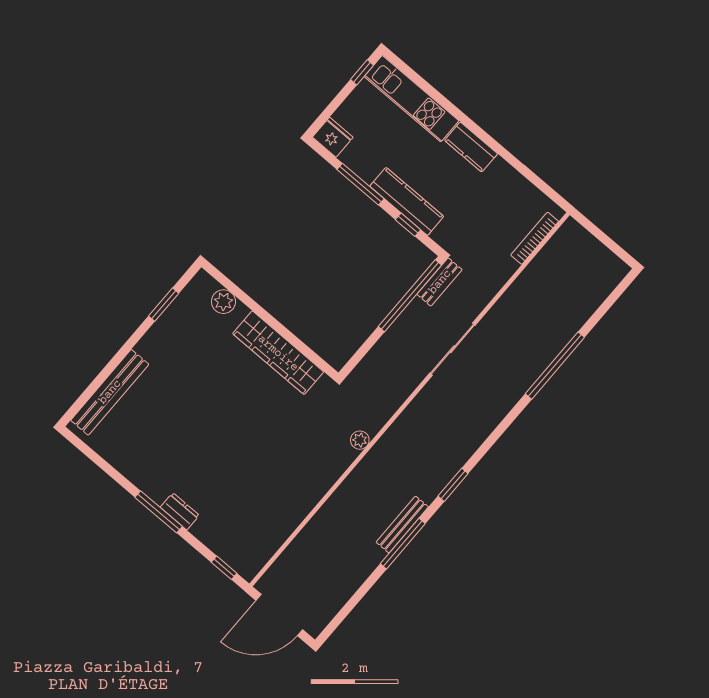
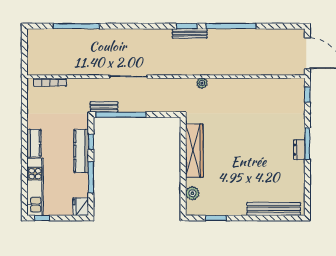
window: (555, 366) -> (76, 26), moved
dresser: (180, 511) -> (299, 150), moved
bench: (402, 524) -> (190, 33), moved
window: (403, 544) -> (231, 26), width x1.46

